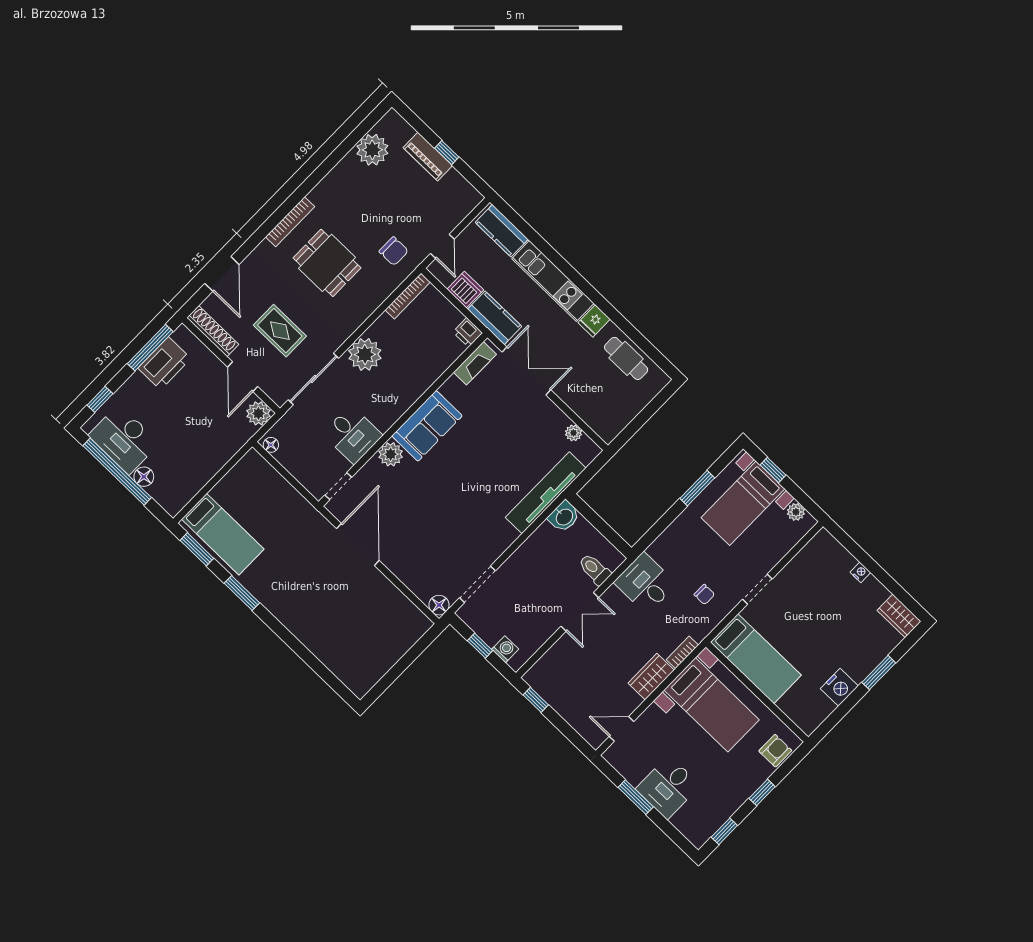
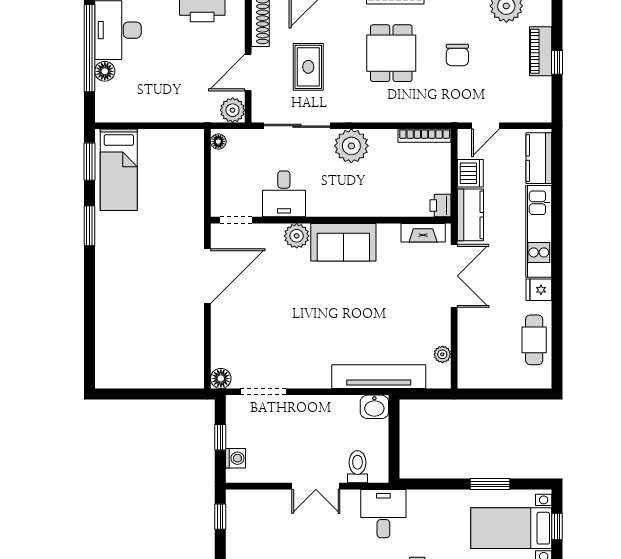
chair: (394, 251) -> (457, 55), moved

